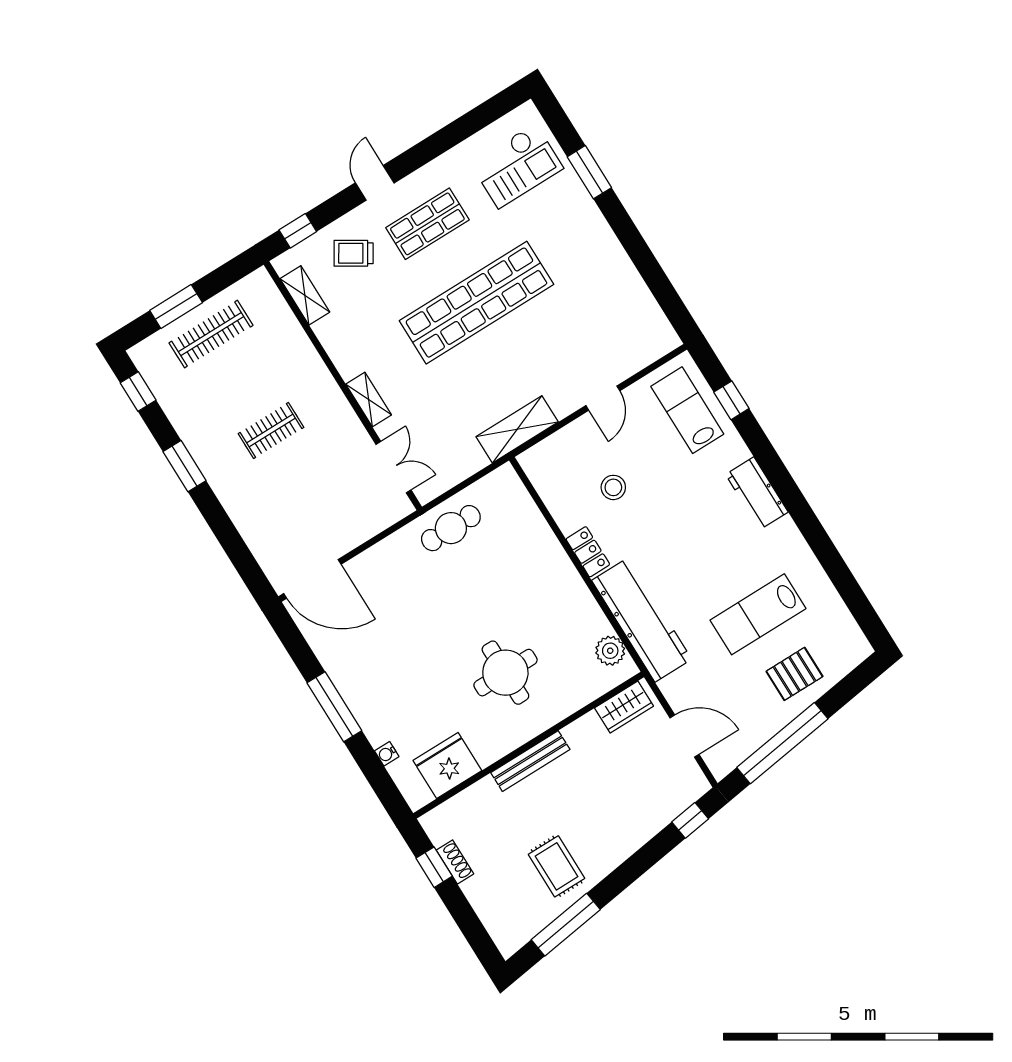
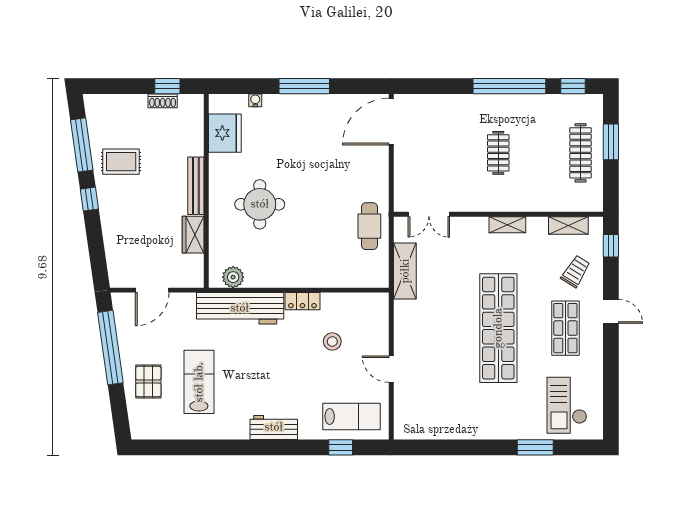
shelving: (369, 400) -> (507, 225), moved
shelving: (517, 429) -> (405, 271), moved
window: (185, 466) -> (509, 86), width x2.11
wardrobe: (624, 707) -> (193, 235), moved
window: (690, 820) -> (89, 199), moved

